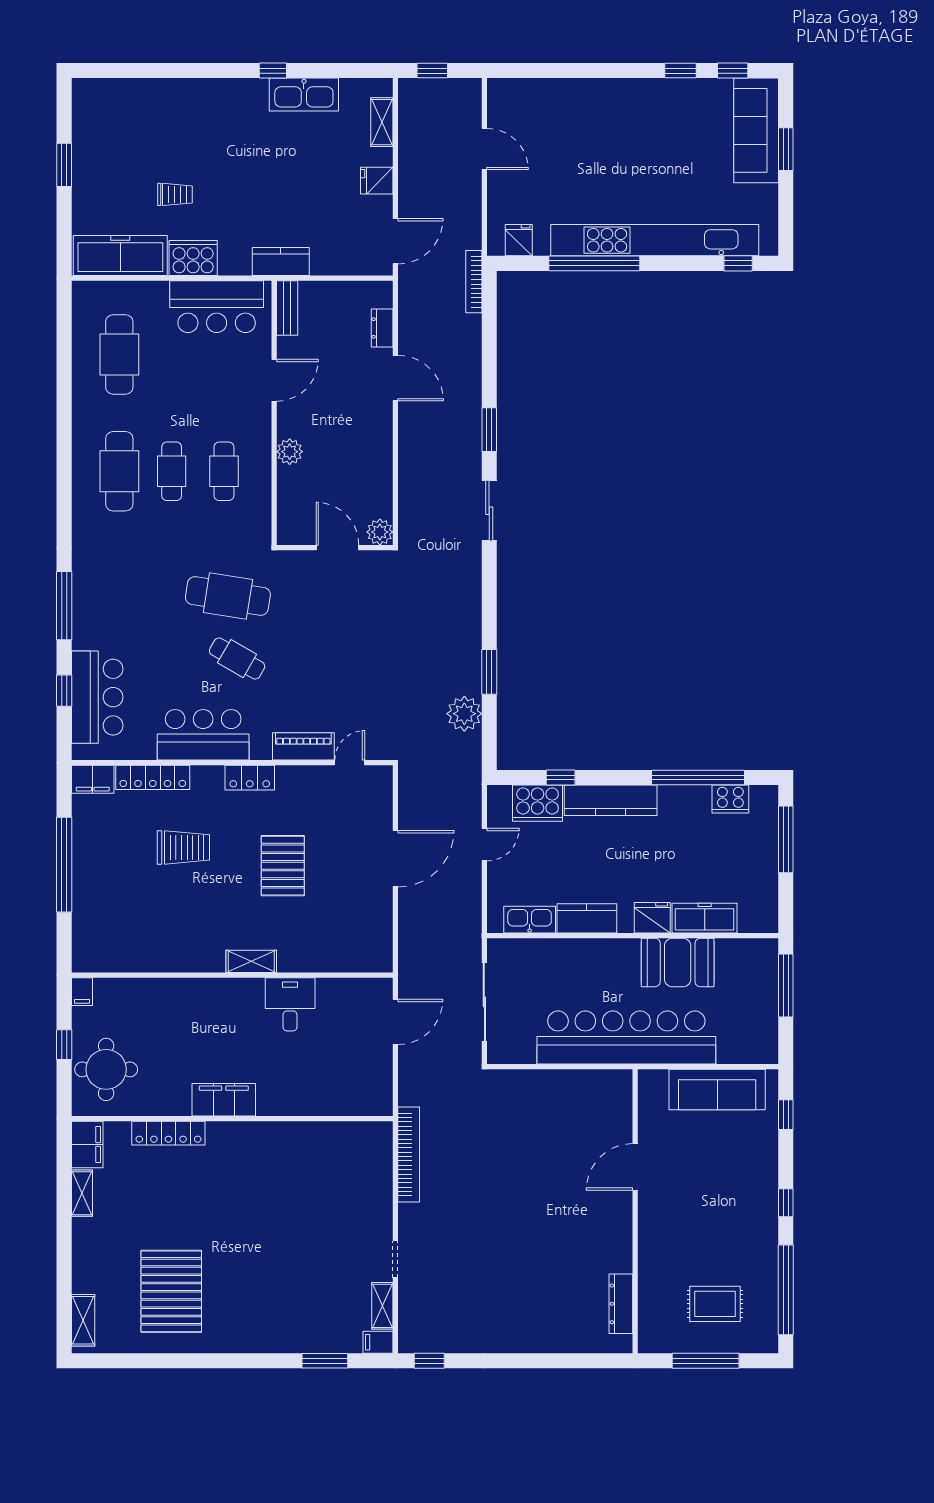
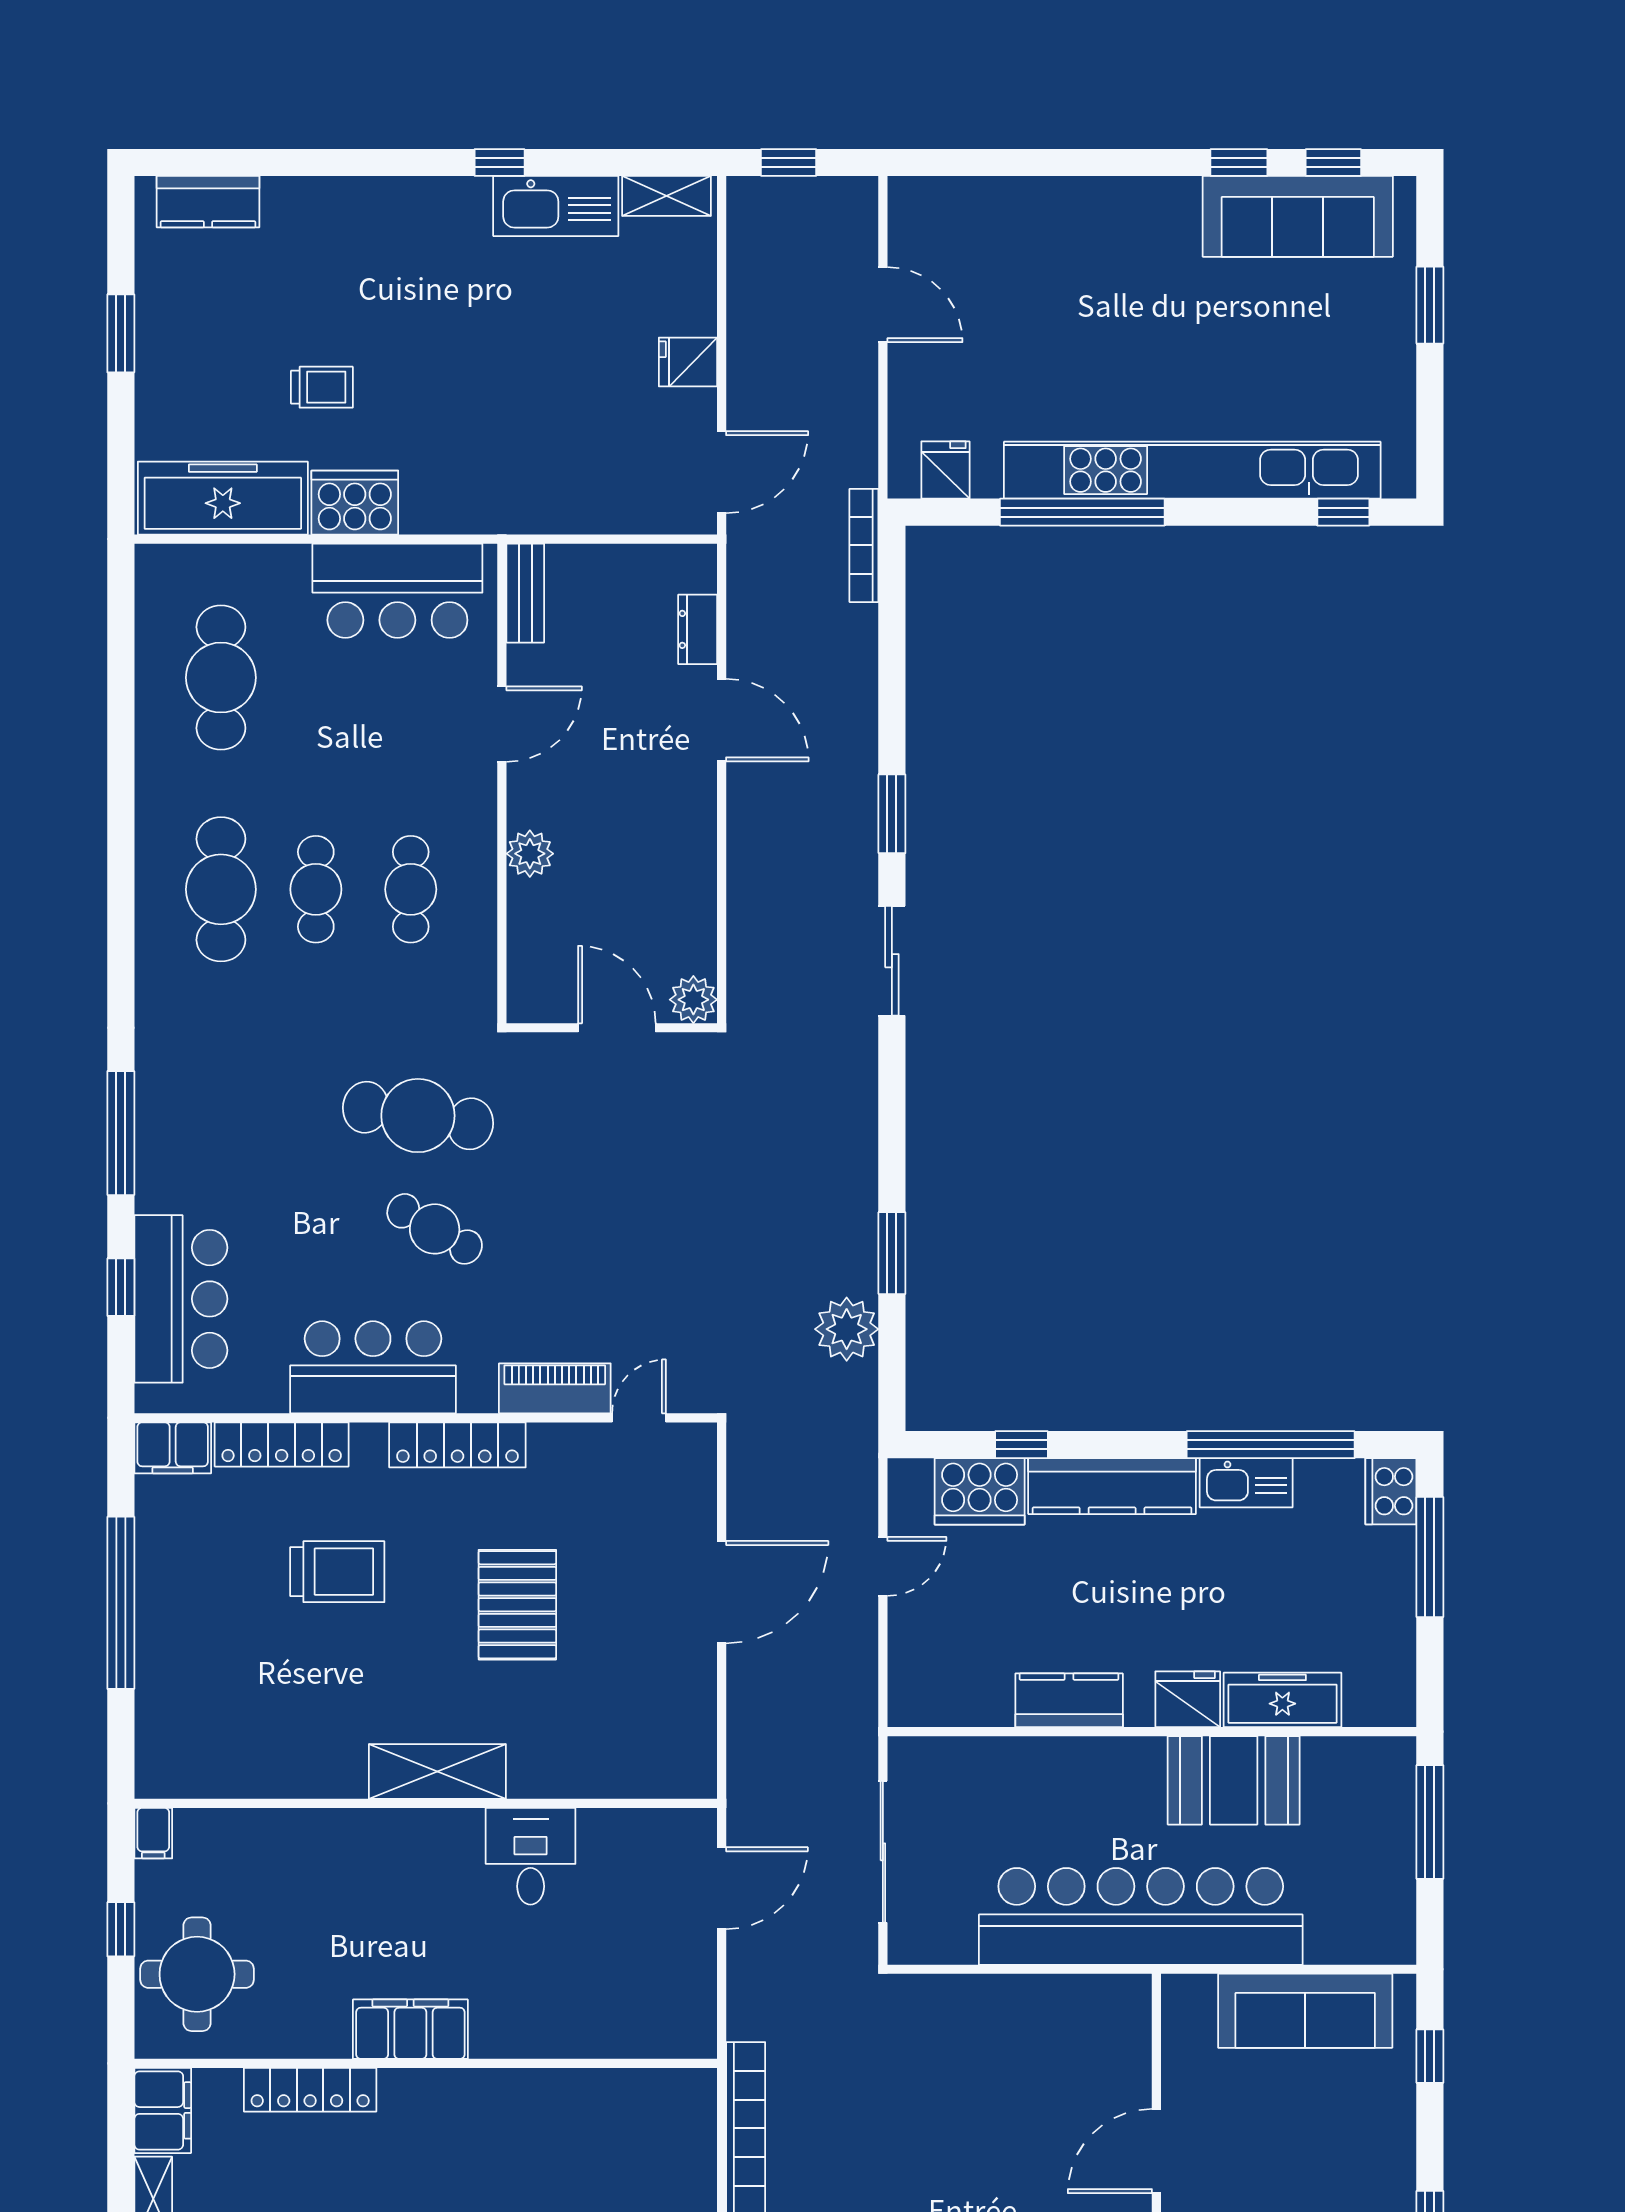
shelving: (382, 122) -> (667, 196), moved, turned 90
sofa: (756, 130) -> (1298, 216), moved, turned -90
kitchen counter: (281, 262) -> (208, 202), moved, turned 180
locker: (250, 778) -> (457, 1445), width x1.53
cooker: (730, 799) -> (1391, 1491), moved, turned 90
kitchen sink: (530, 920) -> (1246, 1483), moved, turned 180
shelving: (251, 961) -> (437, 1771), width x1.50, depth x1.33

